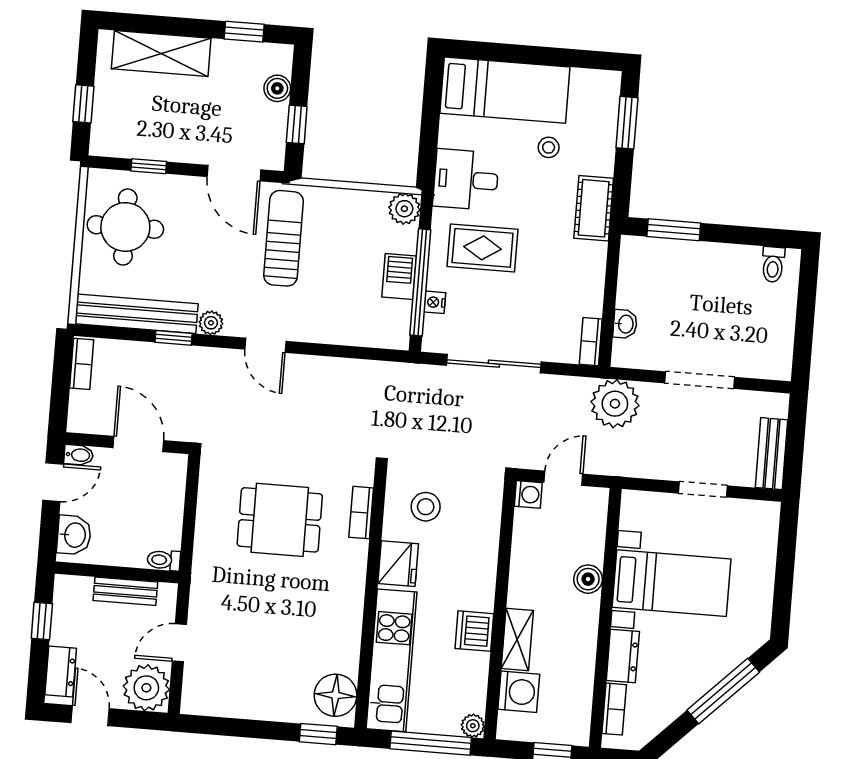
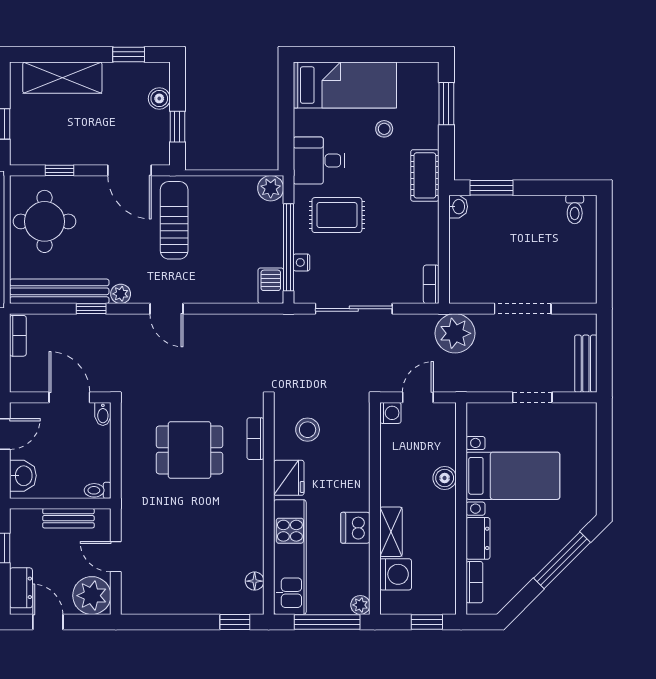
barbecue: (399, 276) -> (271, 286), moved
washbasin: (625, 324) -> (458, 207), moved
bidet: (79, 455) -> (103, 414), moved, turned 90
door: (179, 643) -> (116, 557), hinge flipped
floor lamp: (335, 695) -> (255, 581), width x0.53, depth x0.53

